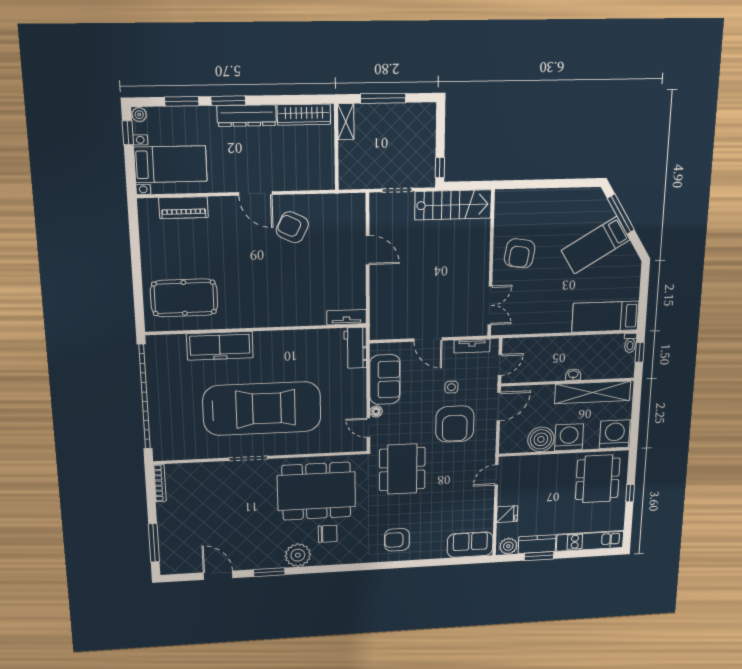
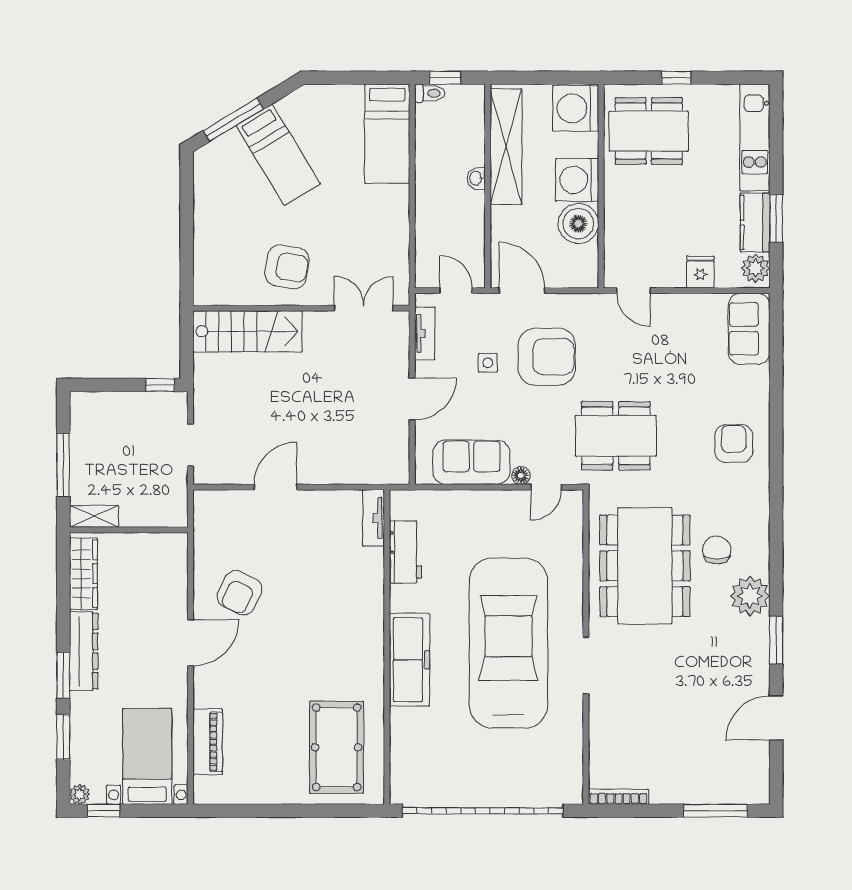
stairs: (453, 205) -> (248, 331), moved, turned 90
freezer: (220, 346) -> (409, 660), moved
workbench: (355, 348) -> (406, 552), moved, turned -90
armchair: (397, 540) -> (734, 443), turned 180

